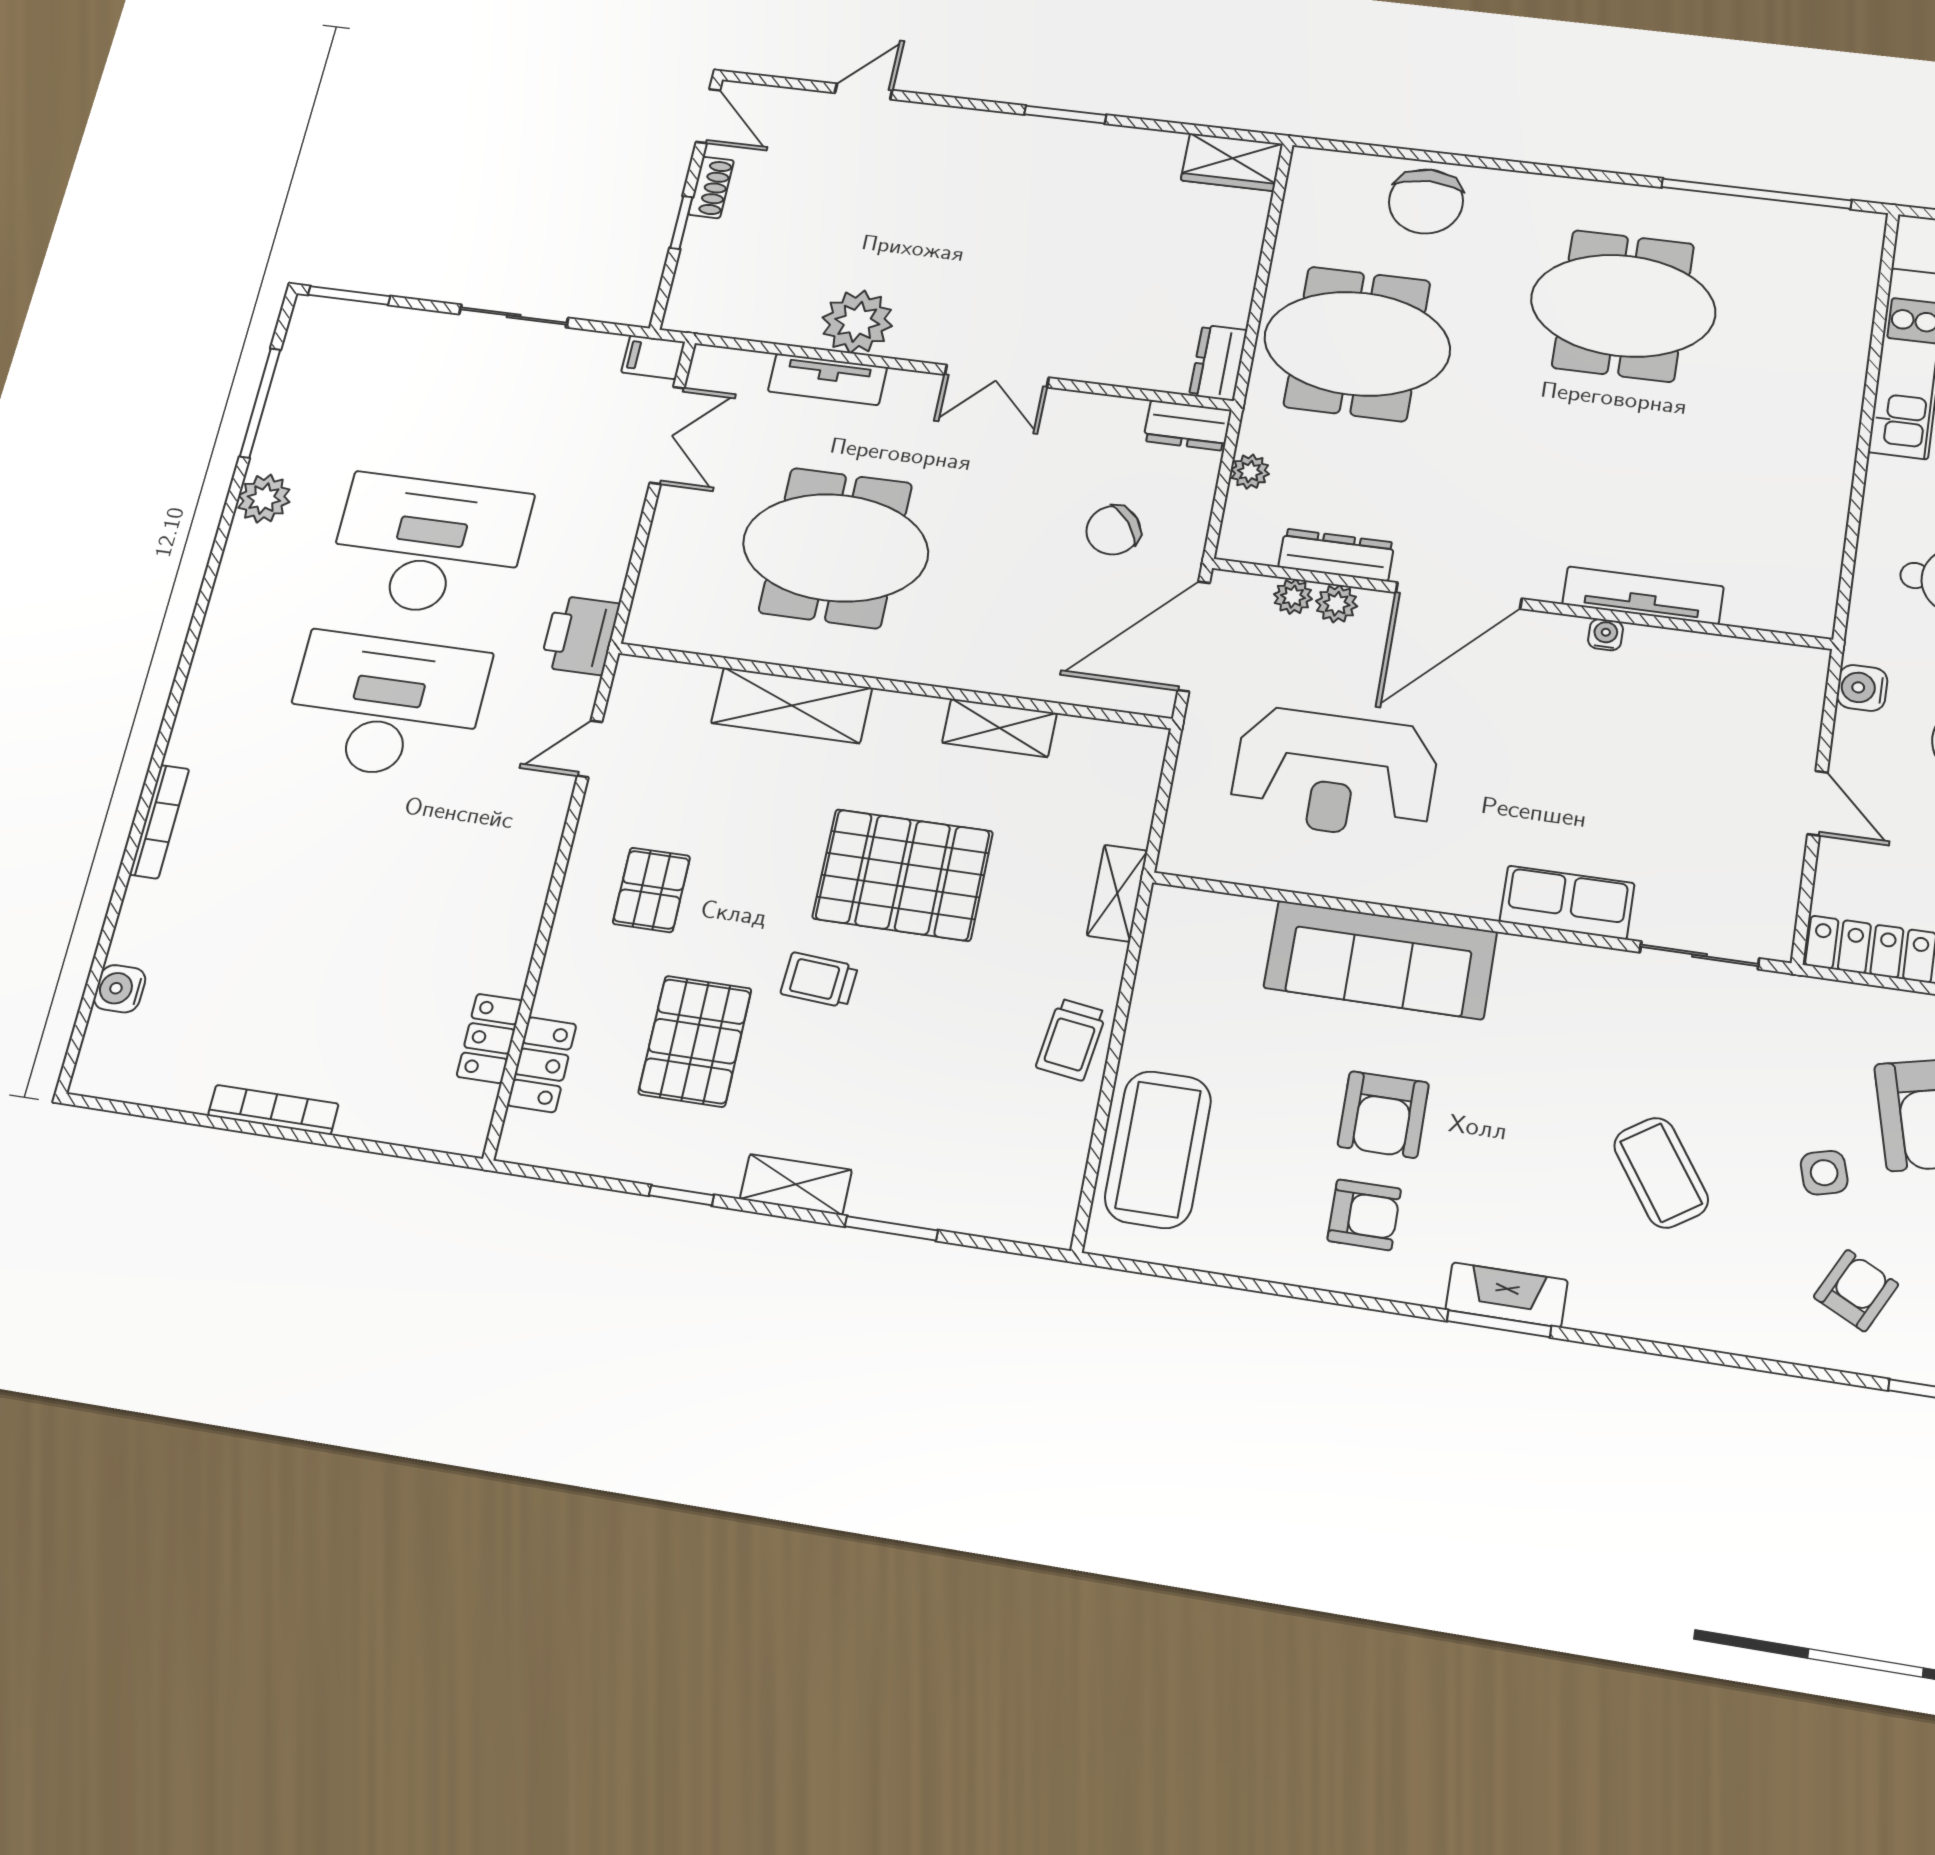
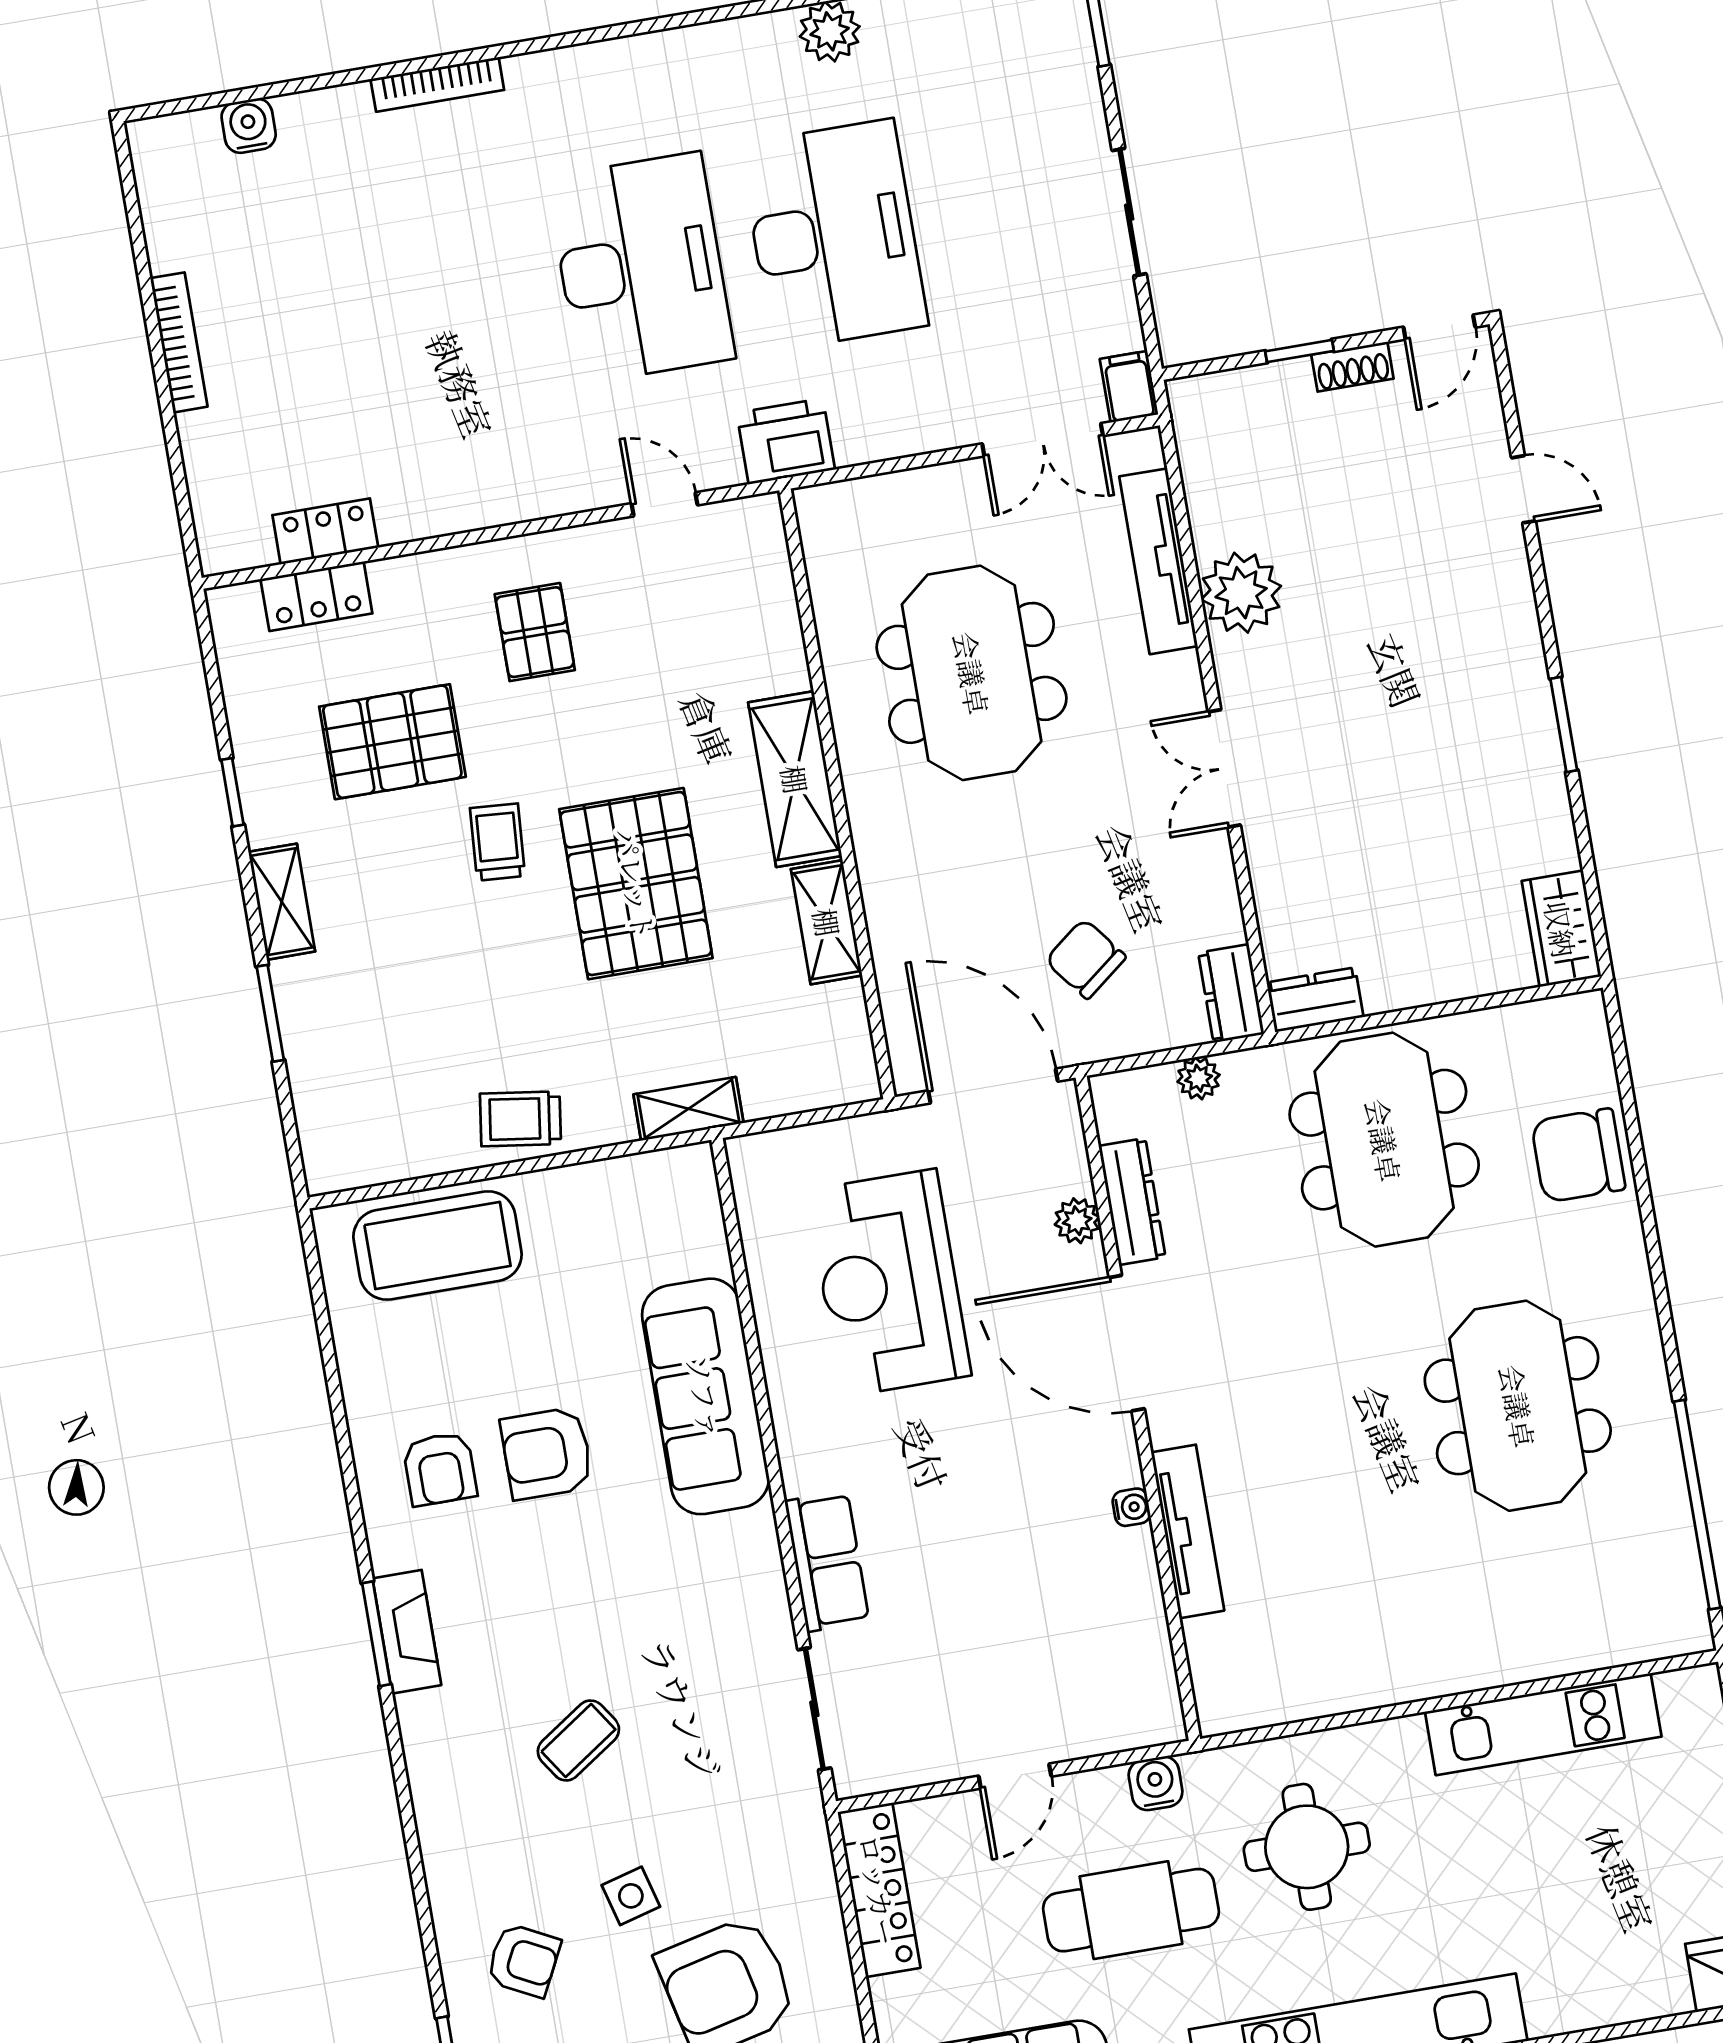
tv unit: (827, 379) -> (1159, 561), width x1.41
plant: (1293, 597) -> (1071, 1173), removed
shelving: (792, 705) -> (795, 779), moved
pallet: (651, 890) -> (535, 632), turned 90
coffee table: (1661, 1173) -> (578, 1740), width x0.73, depth x0.77

